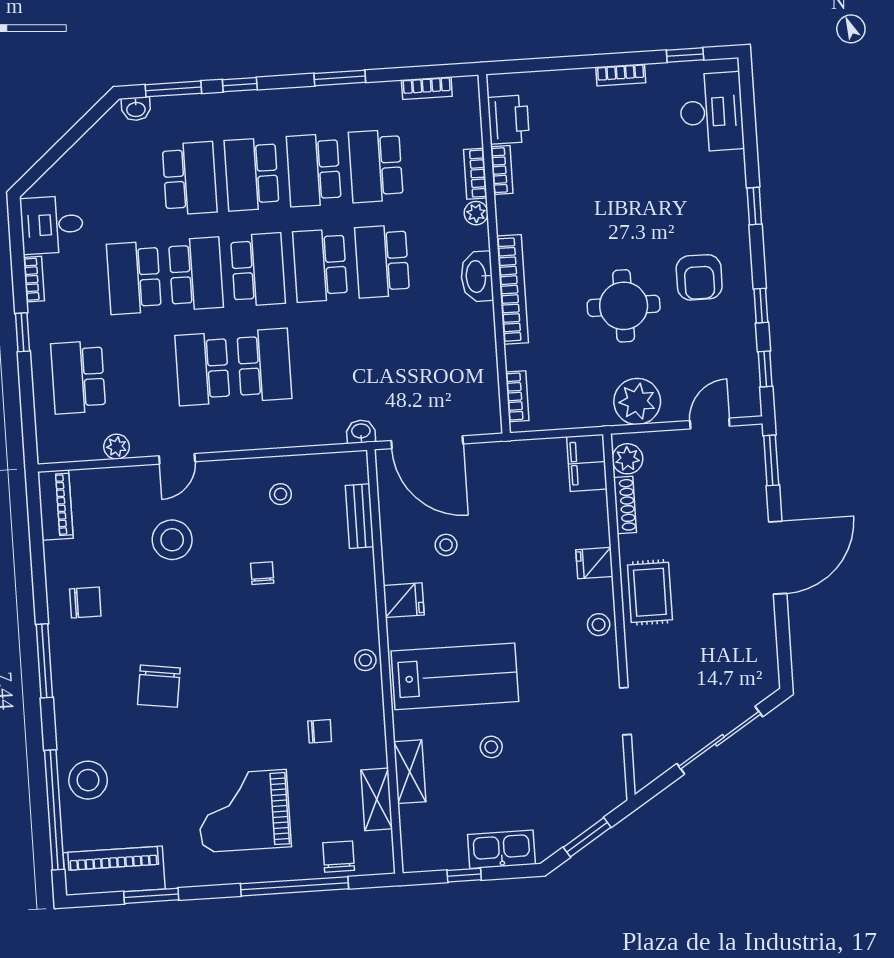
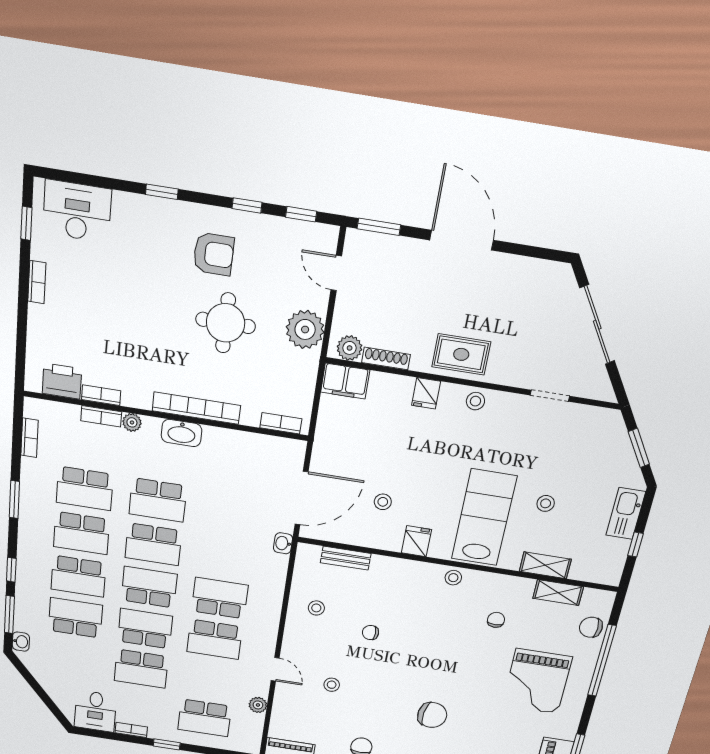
stool: (172, 540) -> (332, 685), width x0.53, depth x0.53

